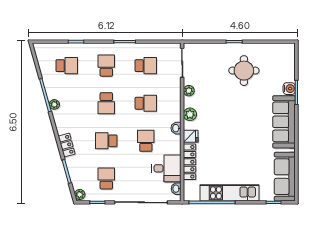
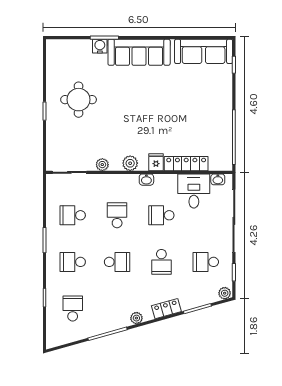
school desk: (146, 66) -> (73, 215), turned -90
plant: (54, 104) -> (136, 318), moved
kitchen unit: (229, 193) -> (223, 117), removed

